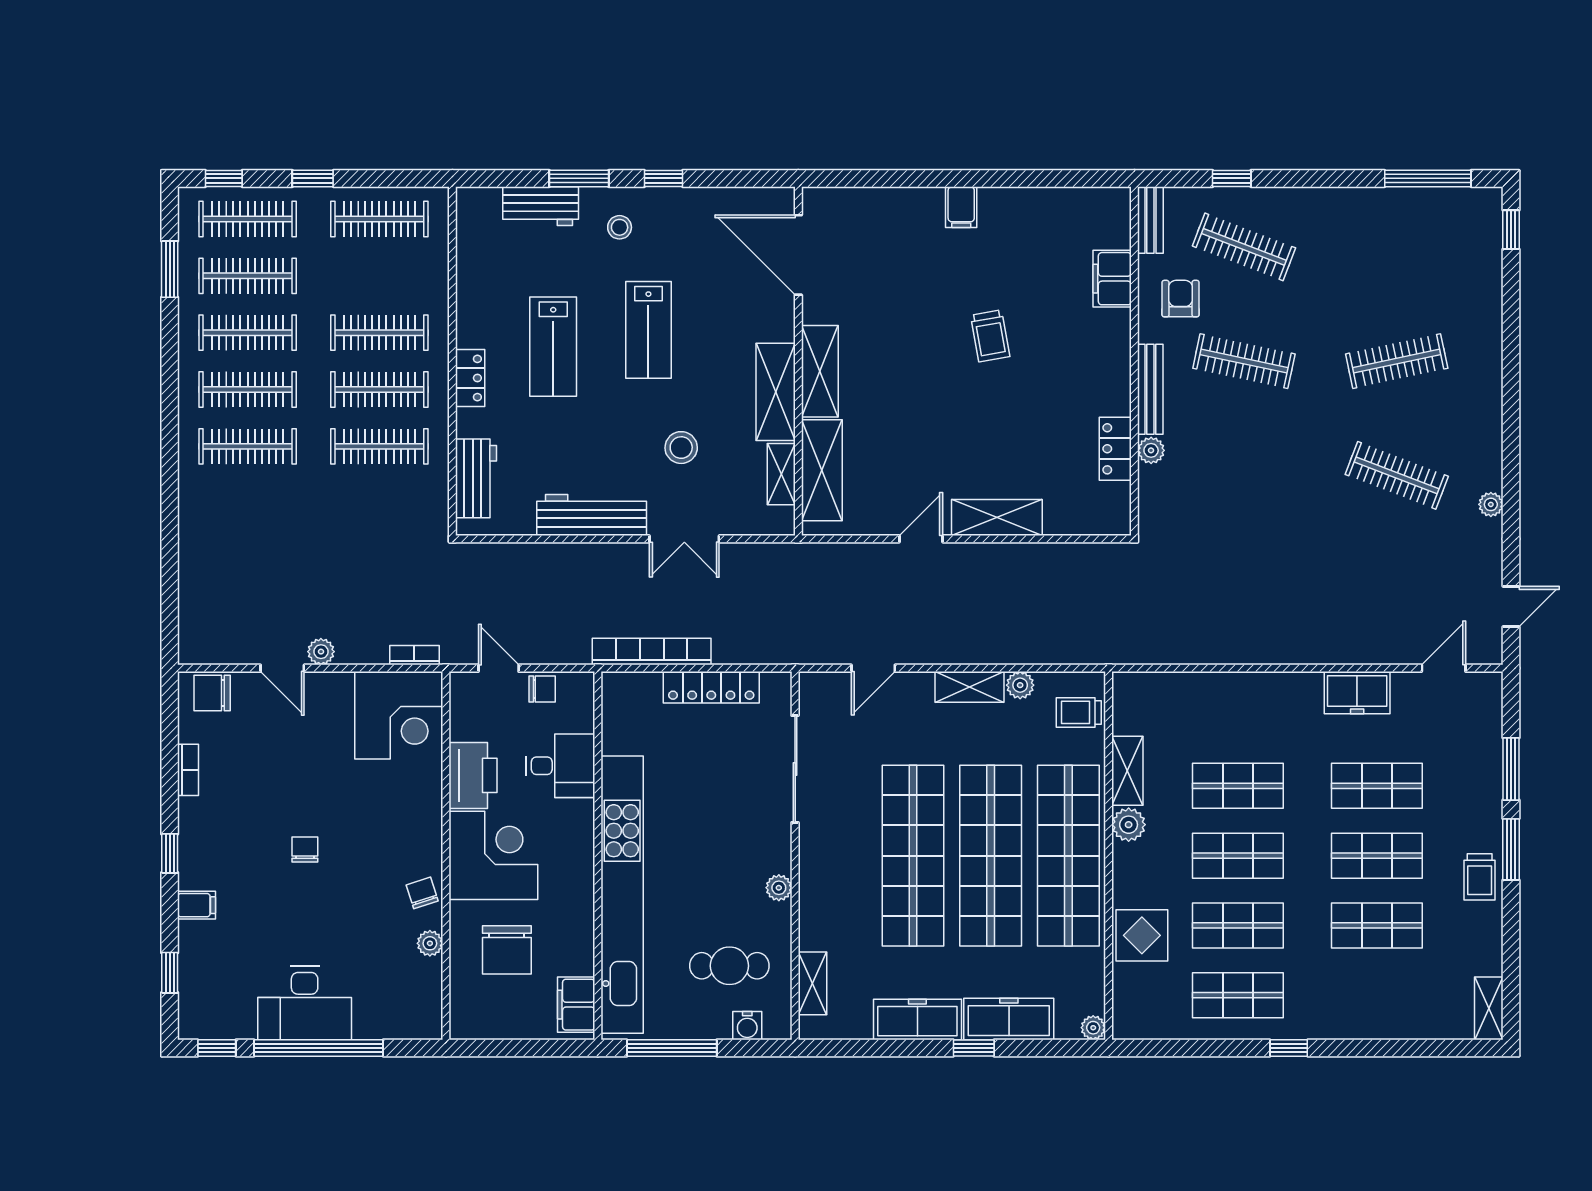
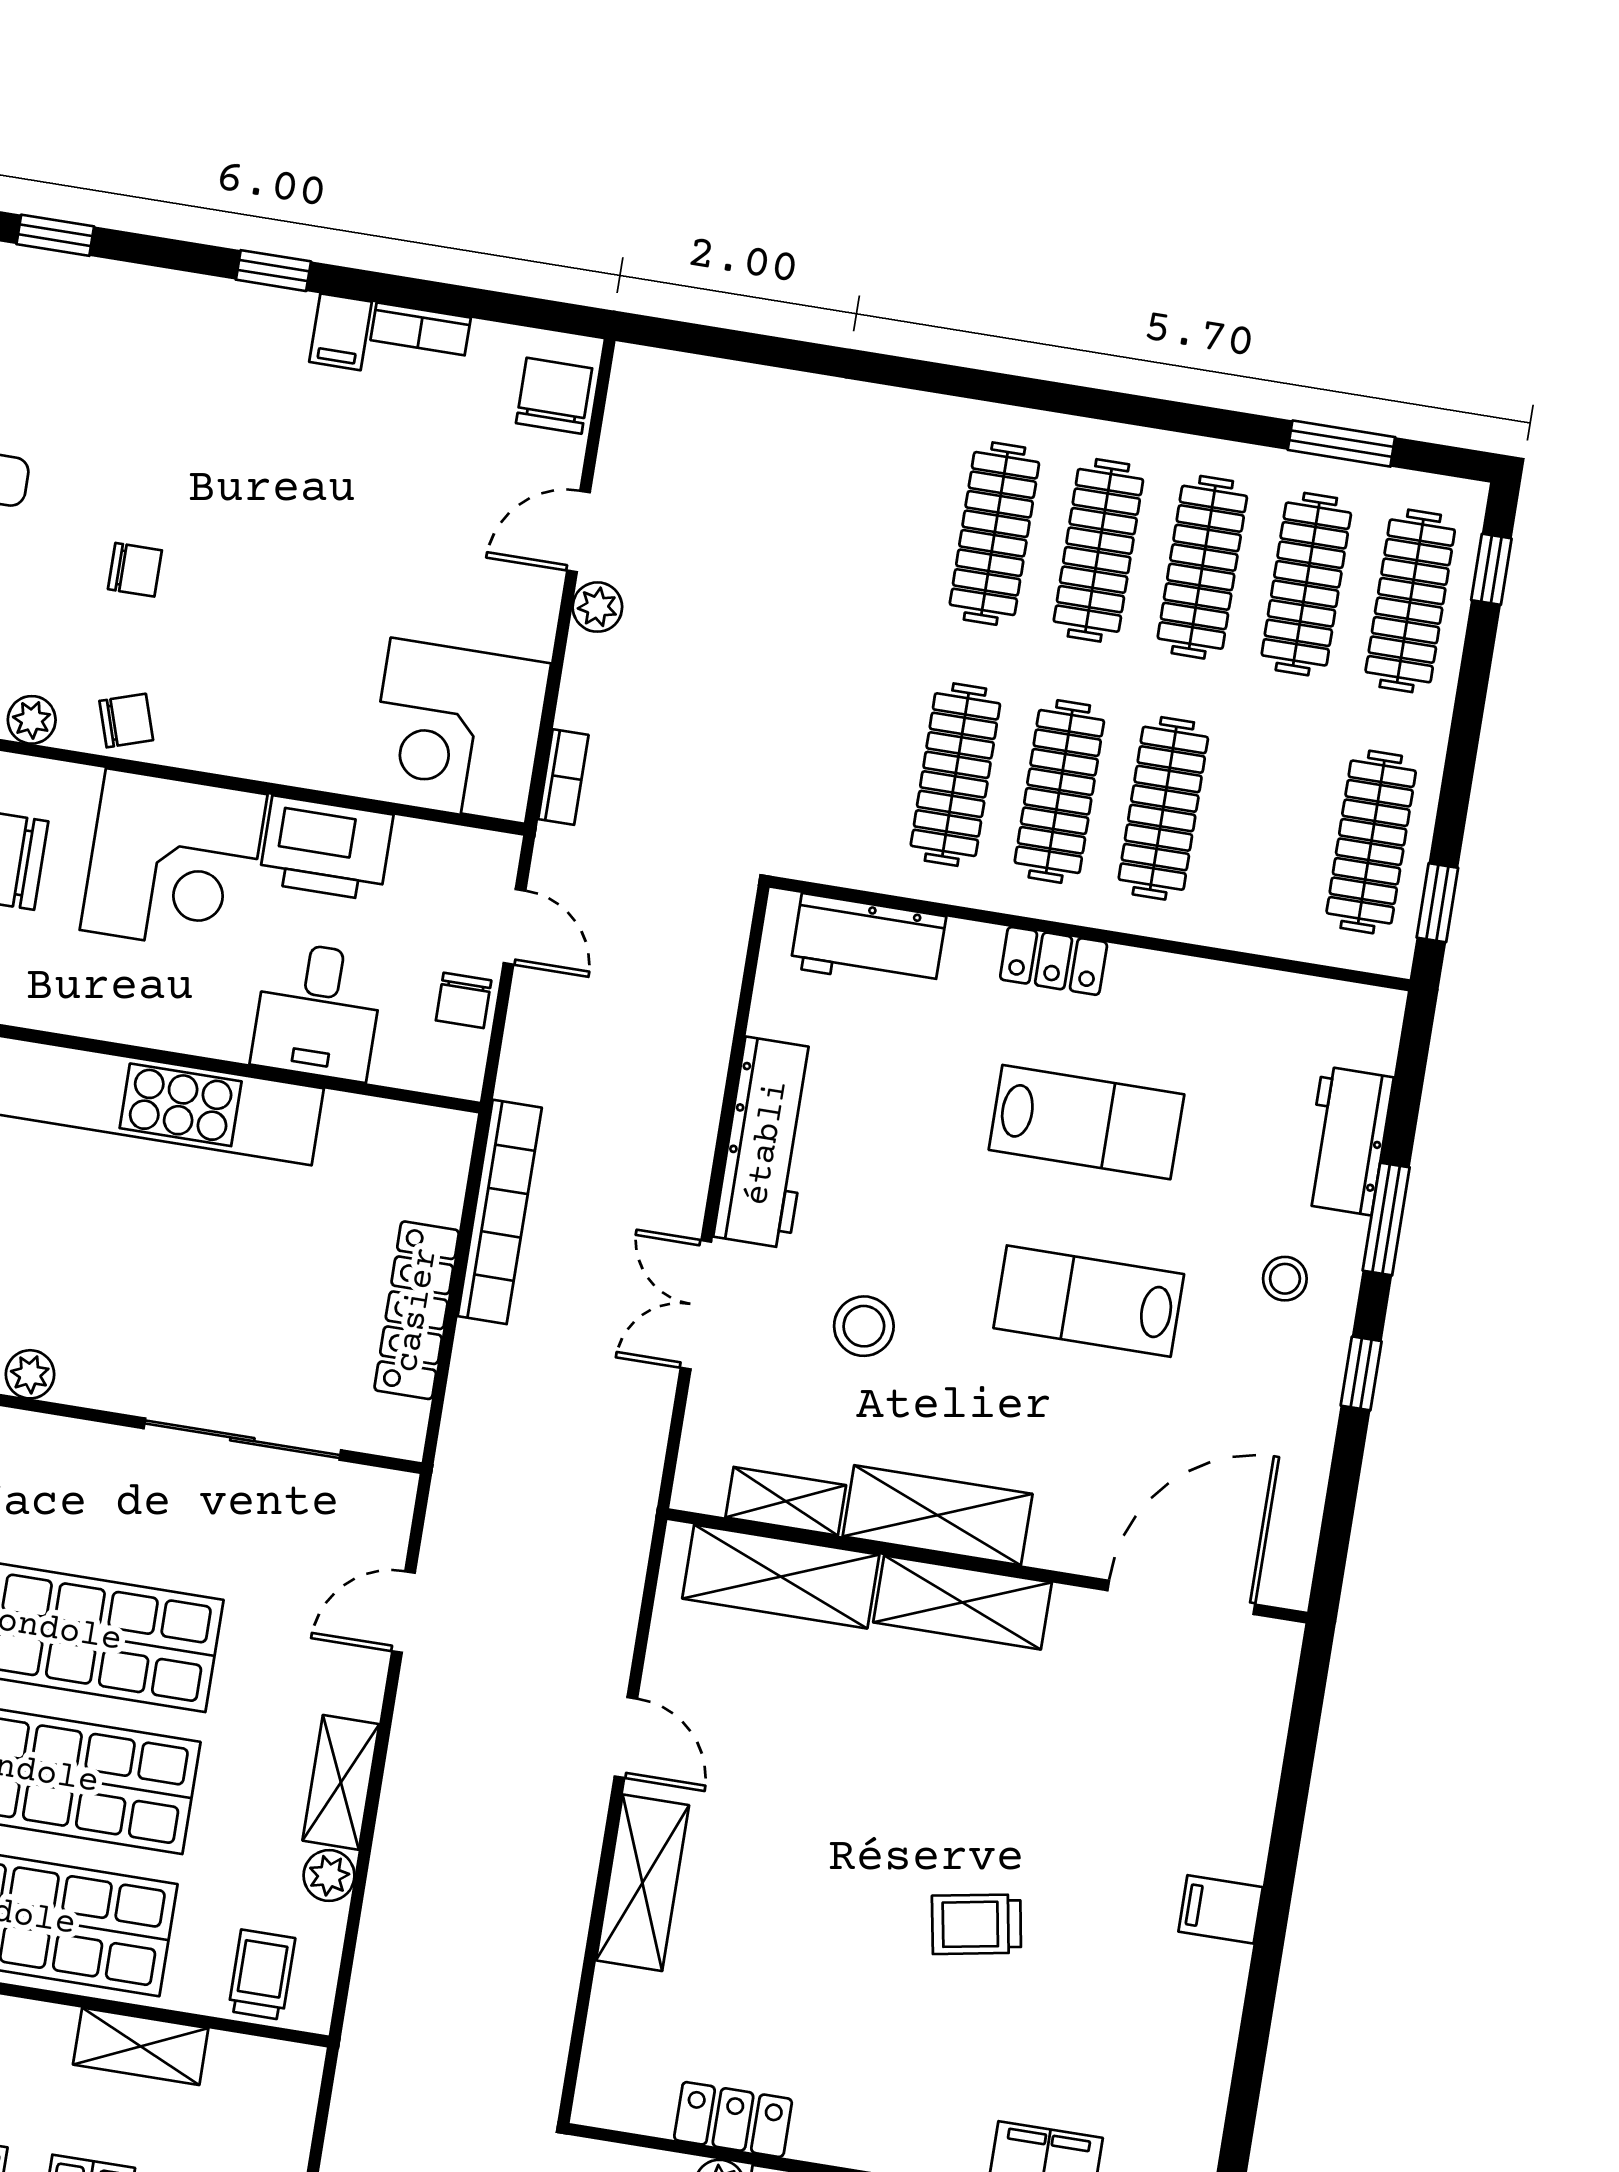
window: (313, 178) -> (1437, 903), moved
lab bench: (553, 347) -> (1086, 1122), turned 180
door: (499, 668) -> (515, 927), hinge flipped
door: (873, 668) -> (404, 1612), hinge flipped
plant: (1129, 825) -> (42, 2033), removed
chair: (305, 849) -> (135, 570), moved
filing cabinet: (196, 905) -> (340, 332), moved

